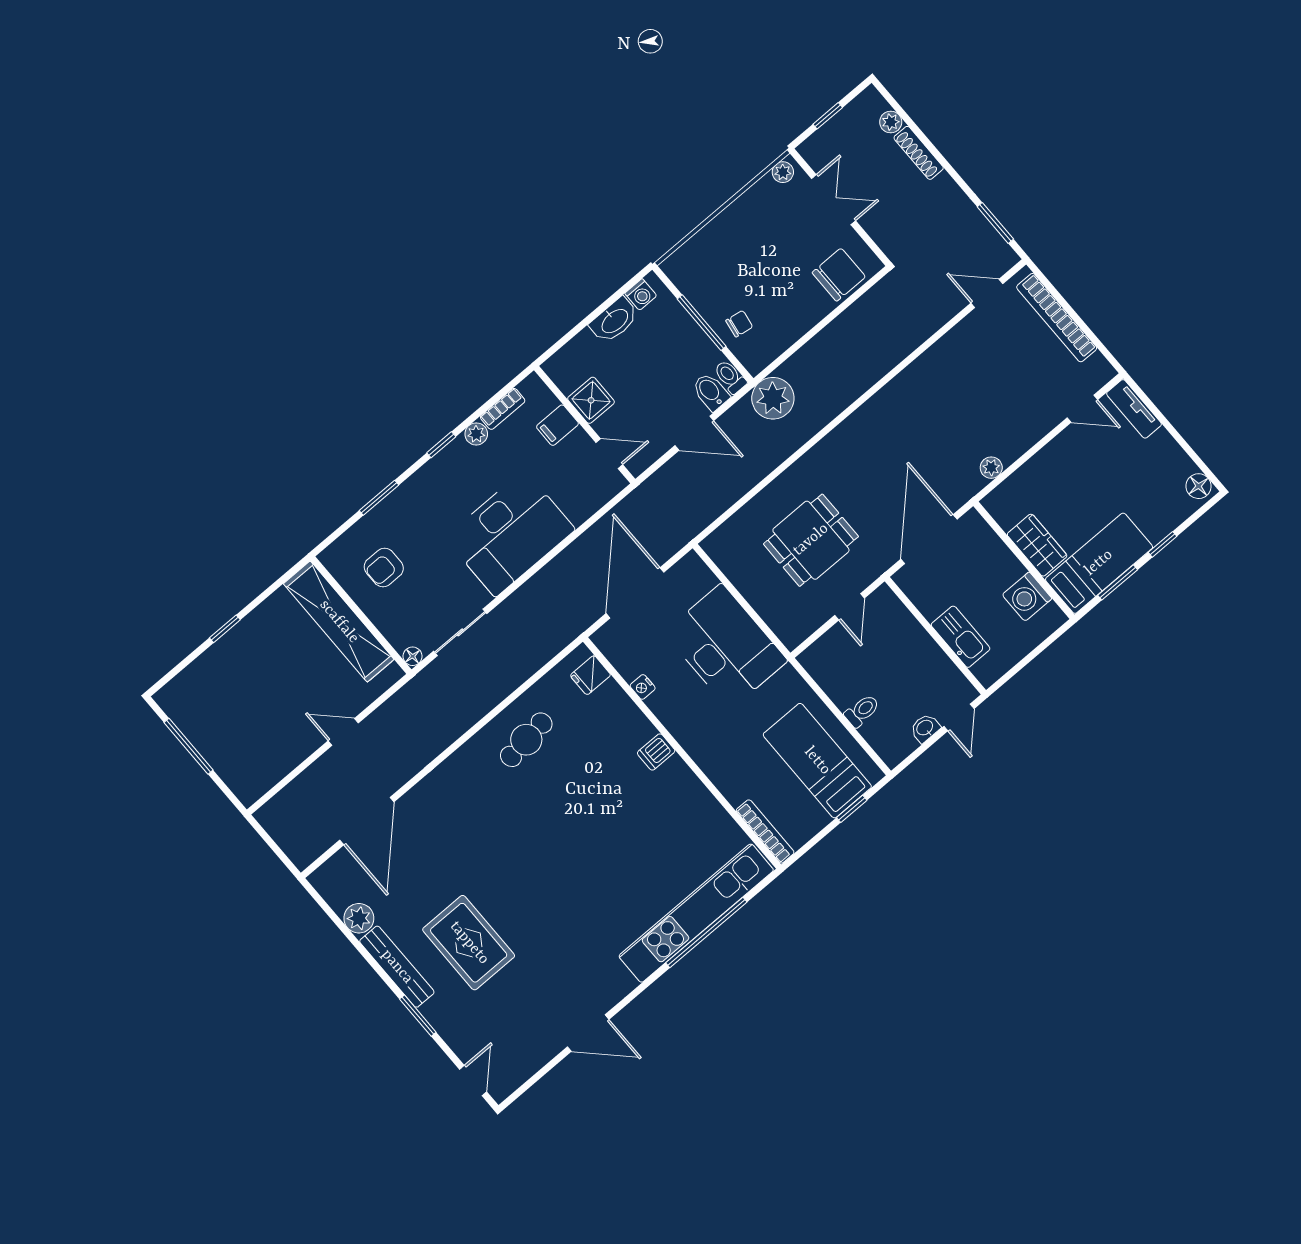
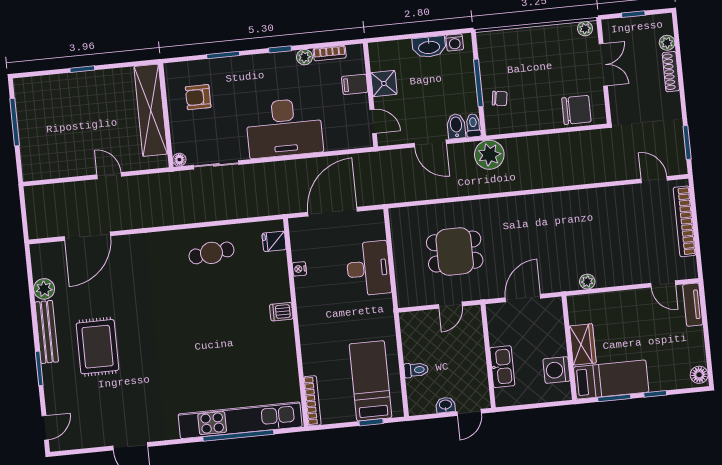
door: (929, 539) -> (523, 298), width x0.73
desk: (726, 647) -> (368, 268), width x0.73, depth x0.77

